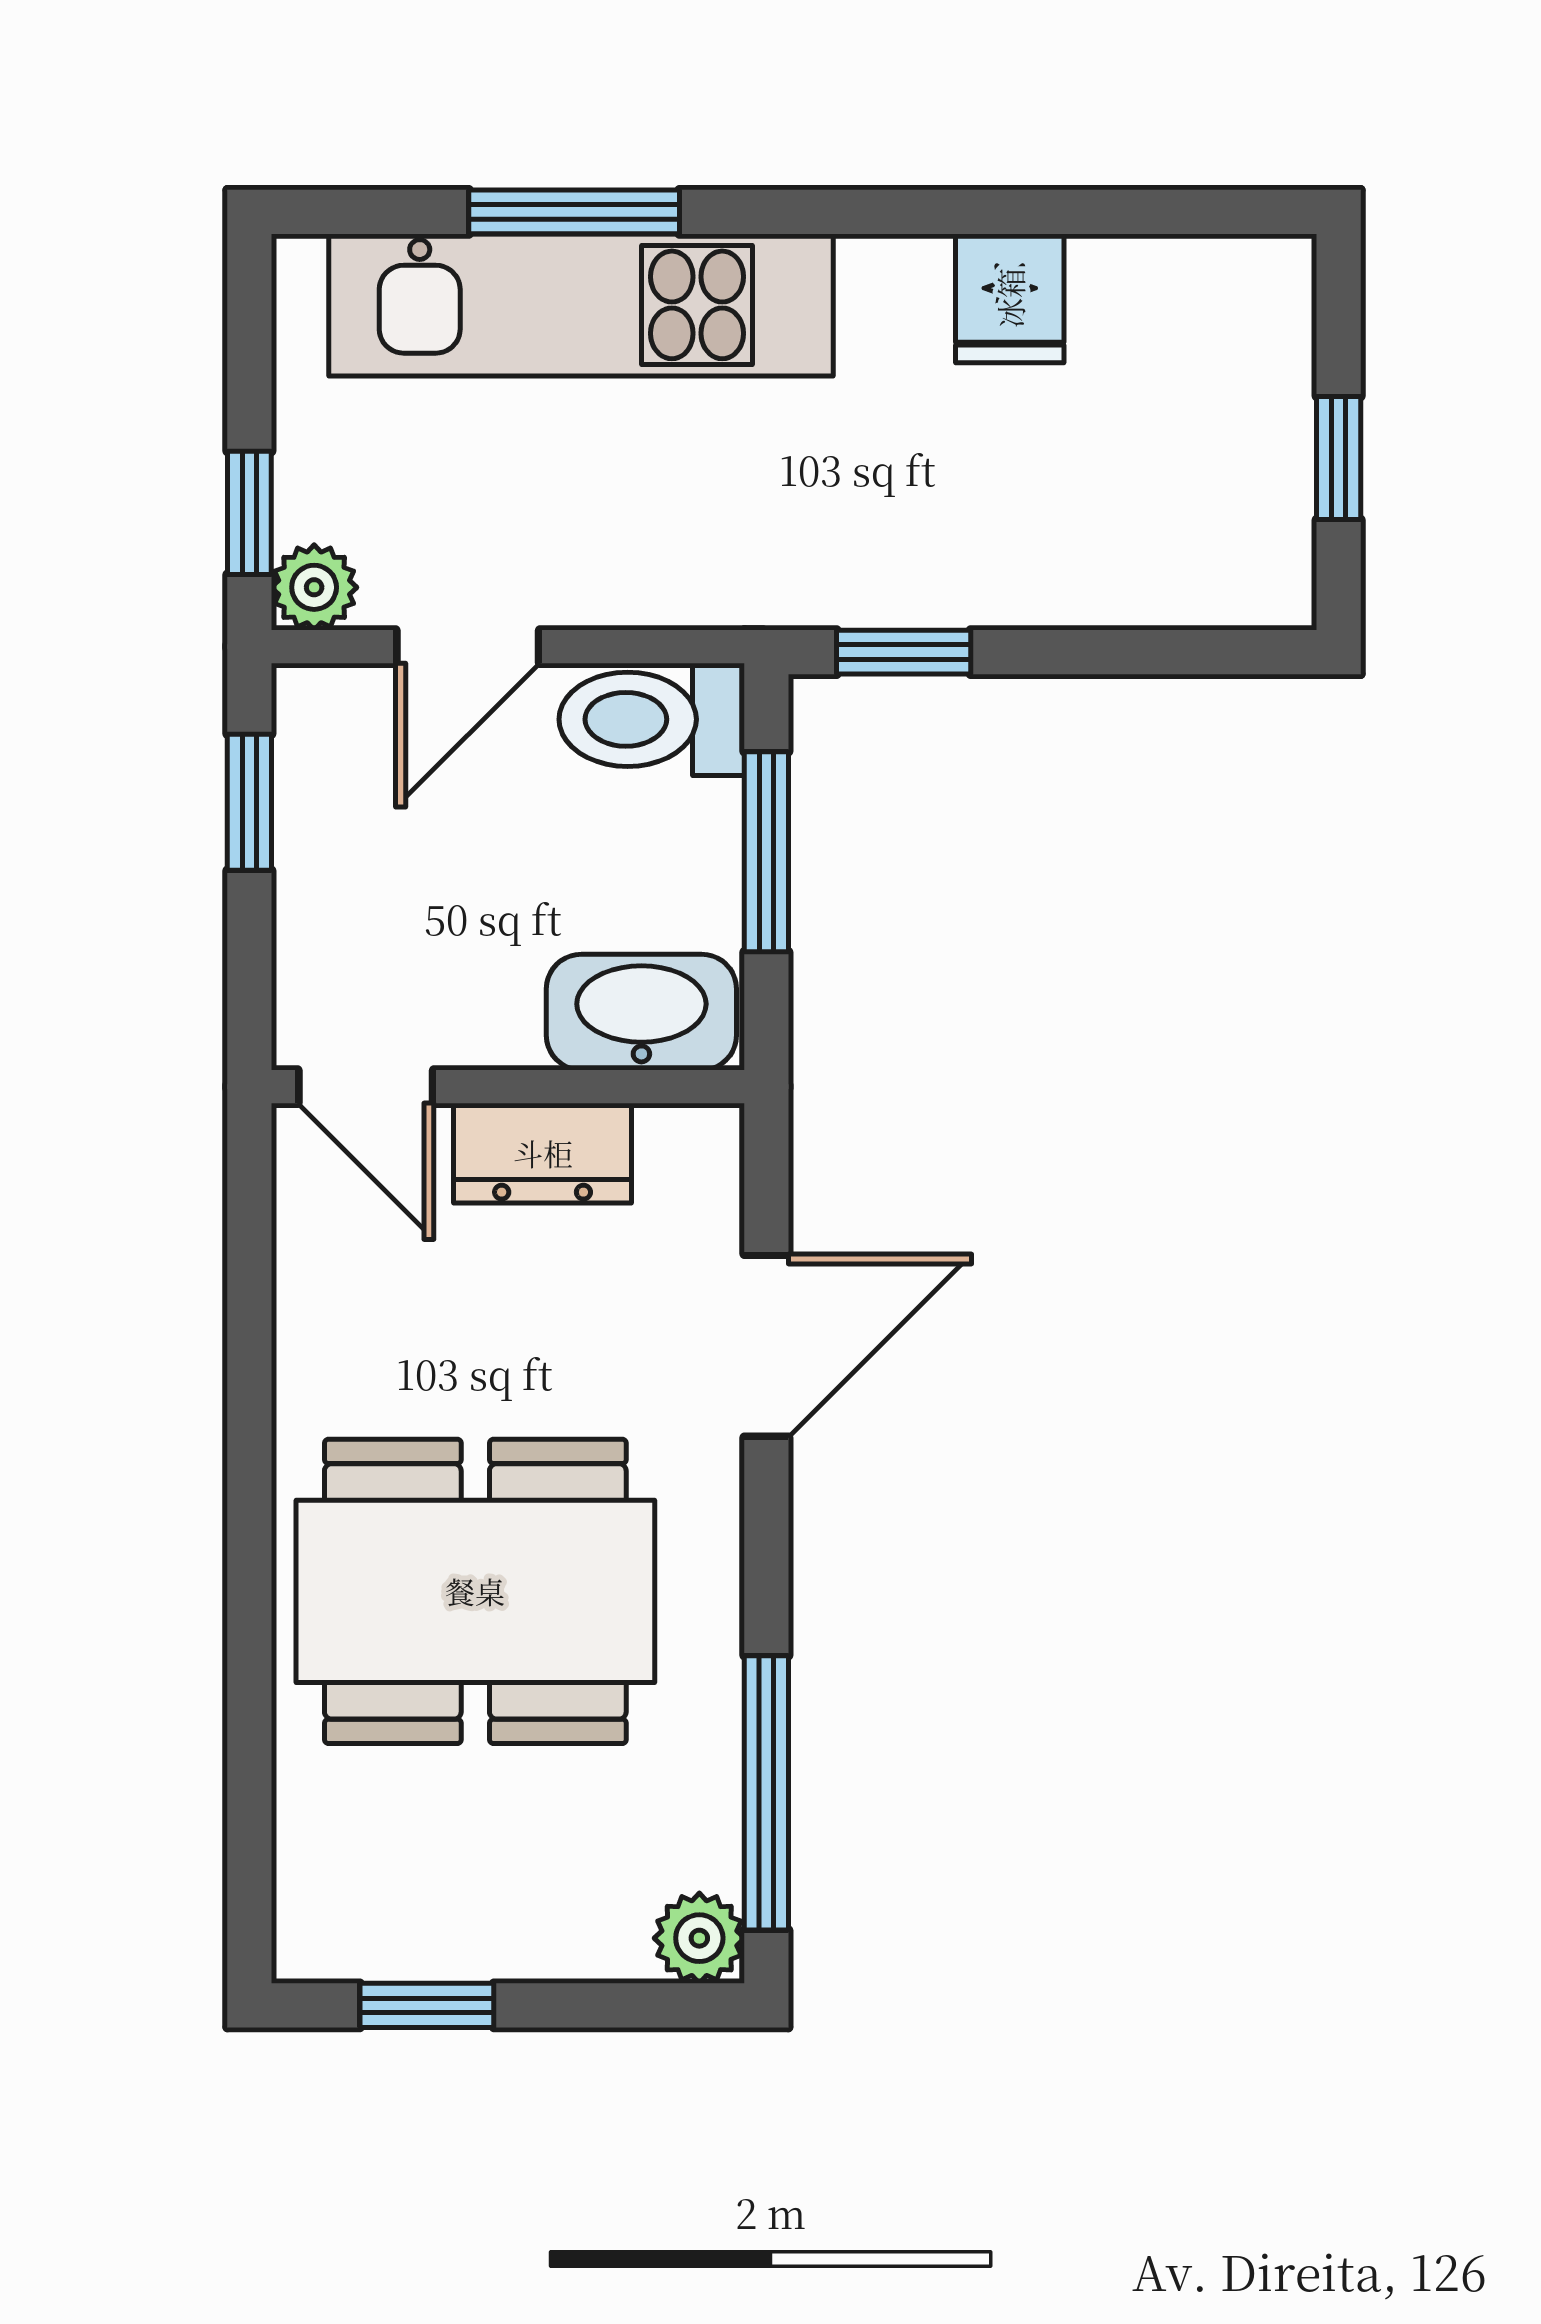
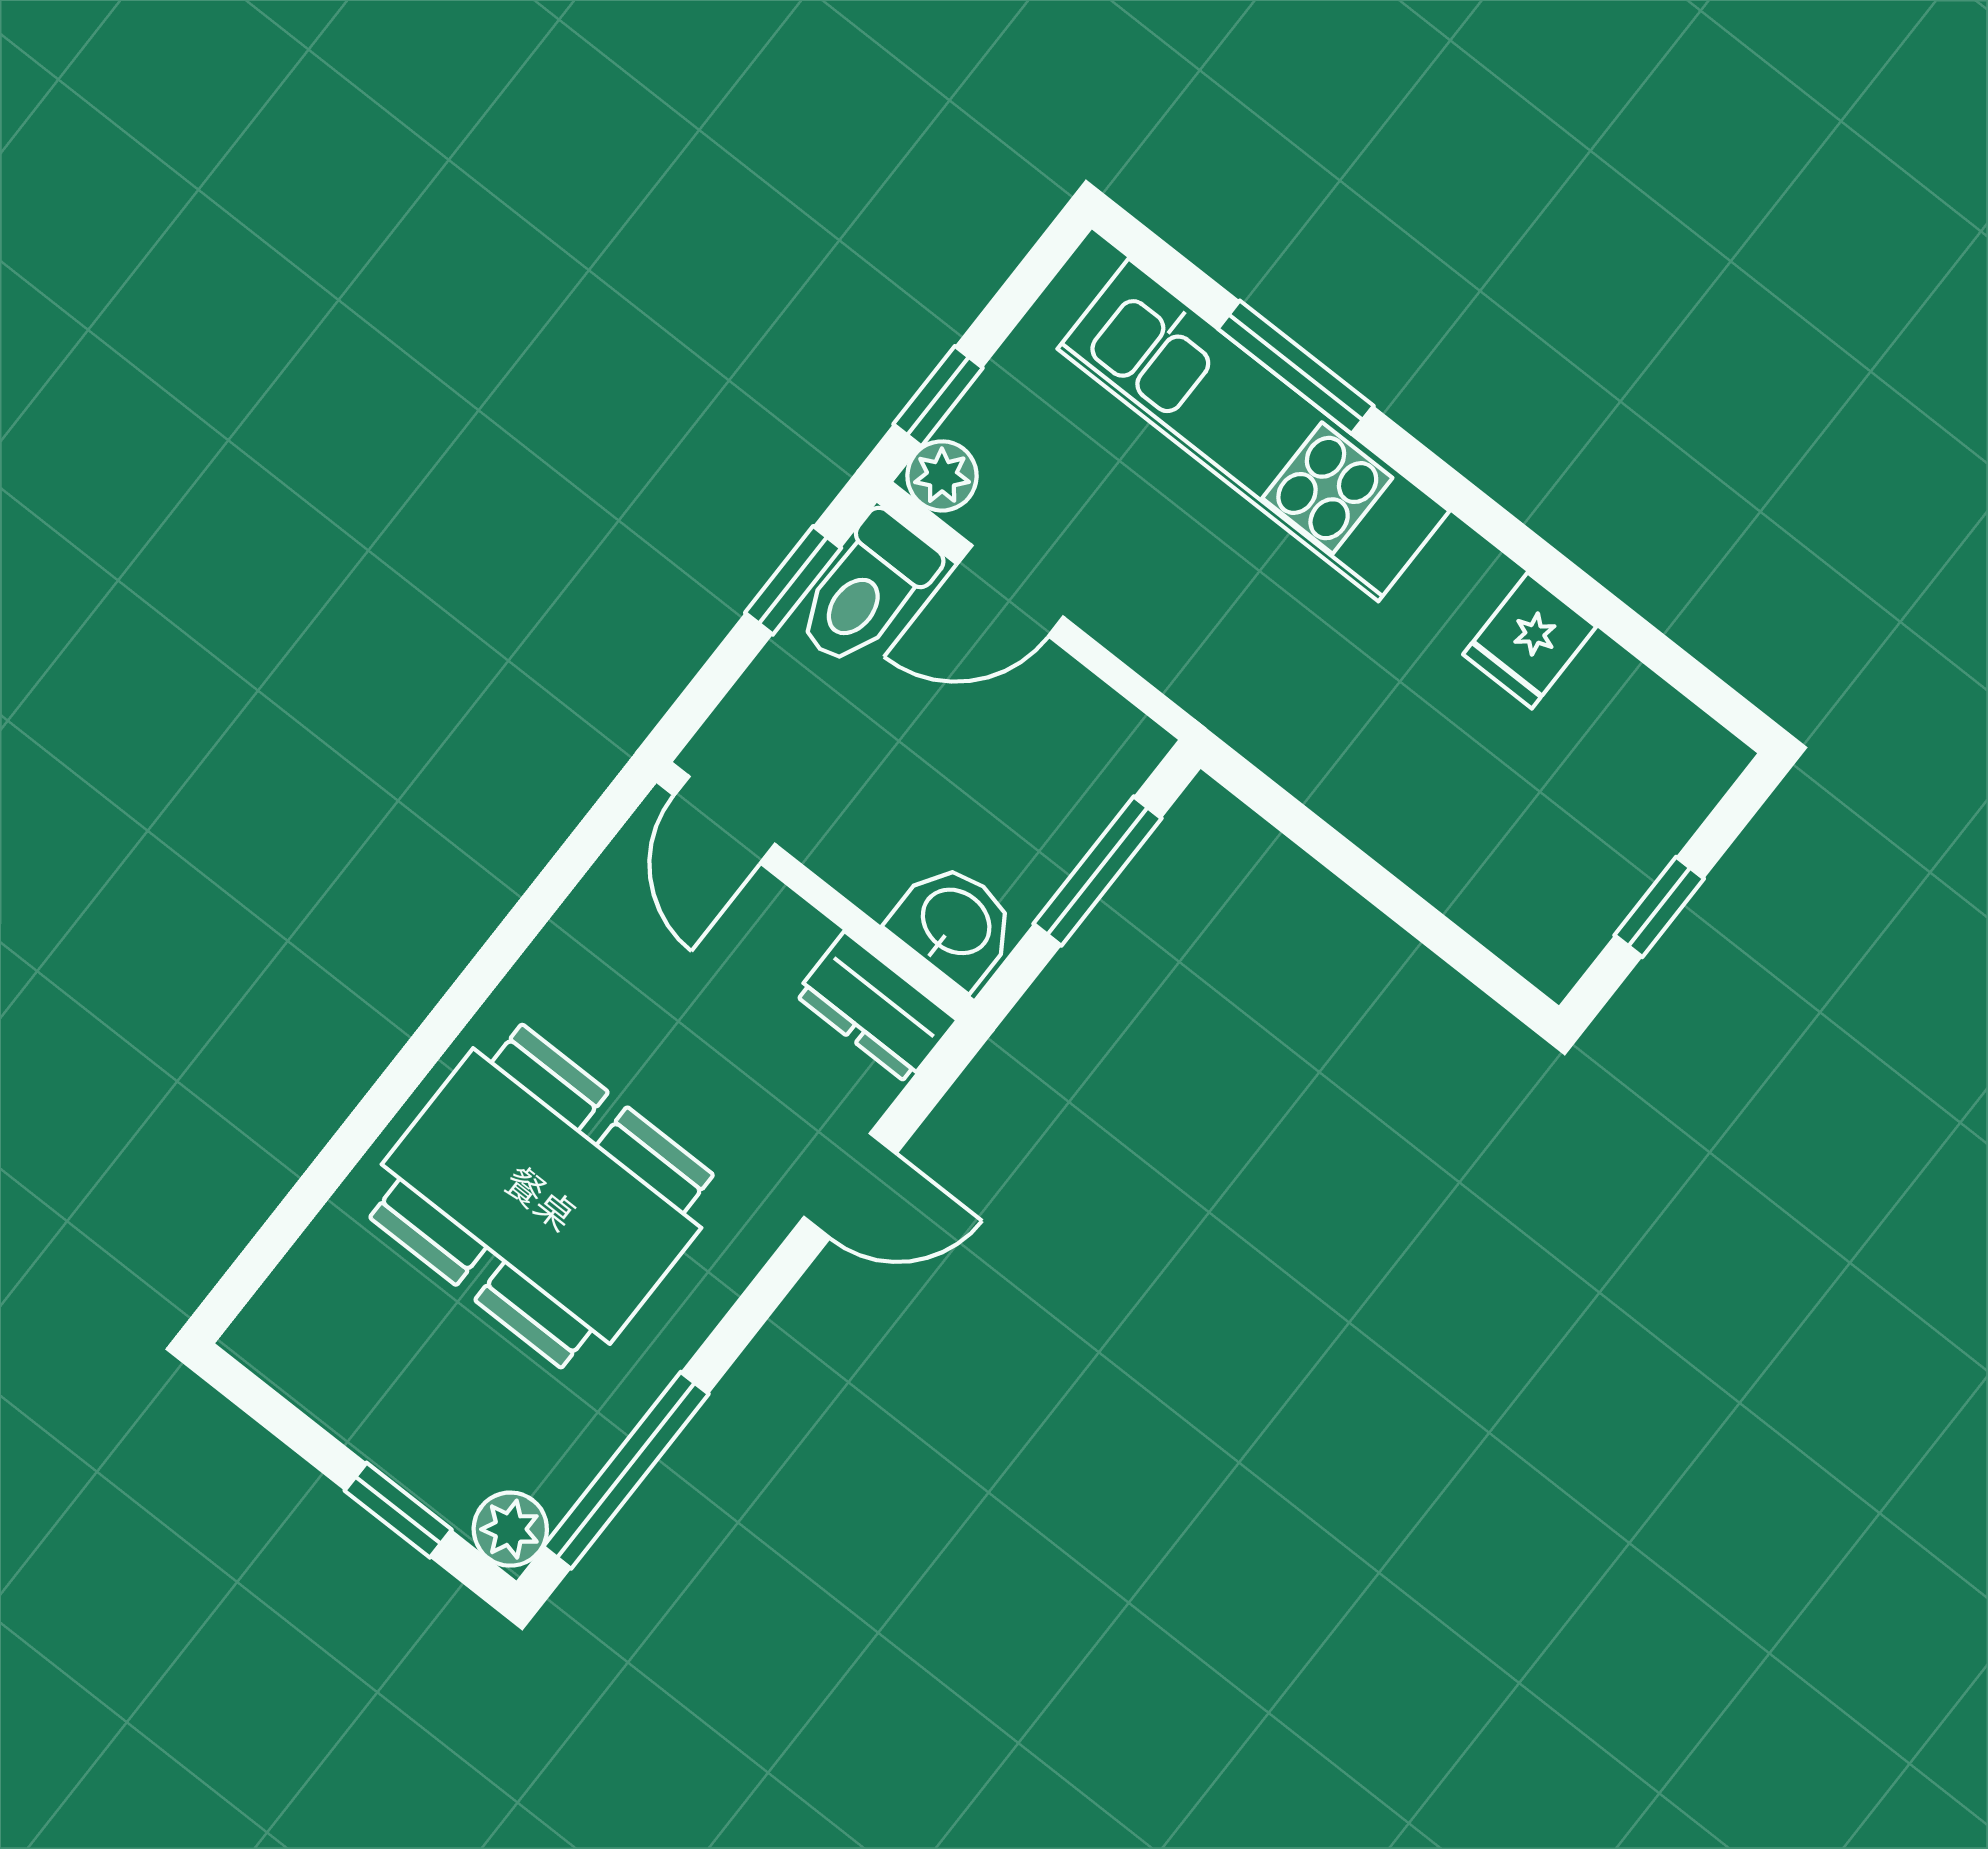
window: (904, 652) -> (1285, 813), removed
toilet: (652, 719) -> (866, 590), moved, turned -90
washbasin: (641, 1012) -> (954, 924), width x0.72
dresser: (543, 1153) -> (876, 1007), moved
door: (766, 1346) -> (850, 1186), width x0.73
window: (427, 2005) -> (398, 1510), moved

